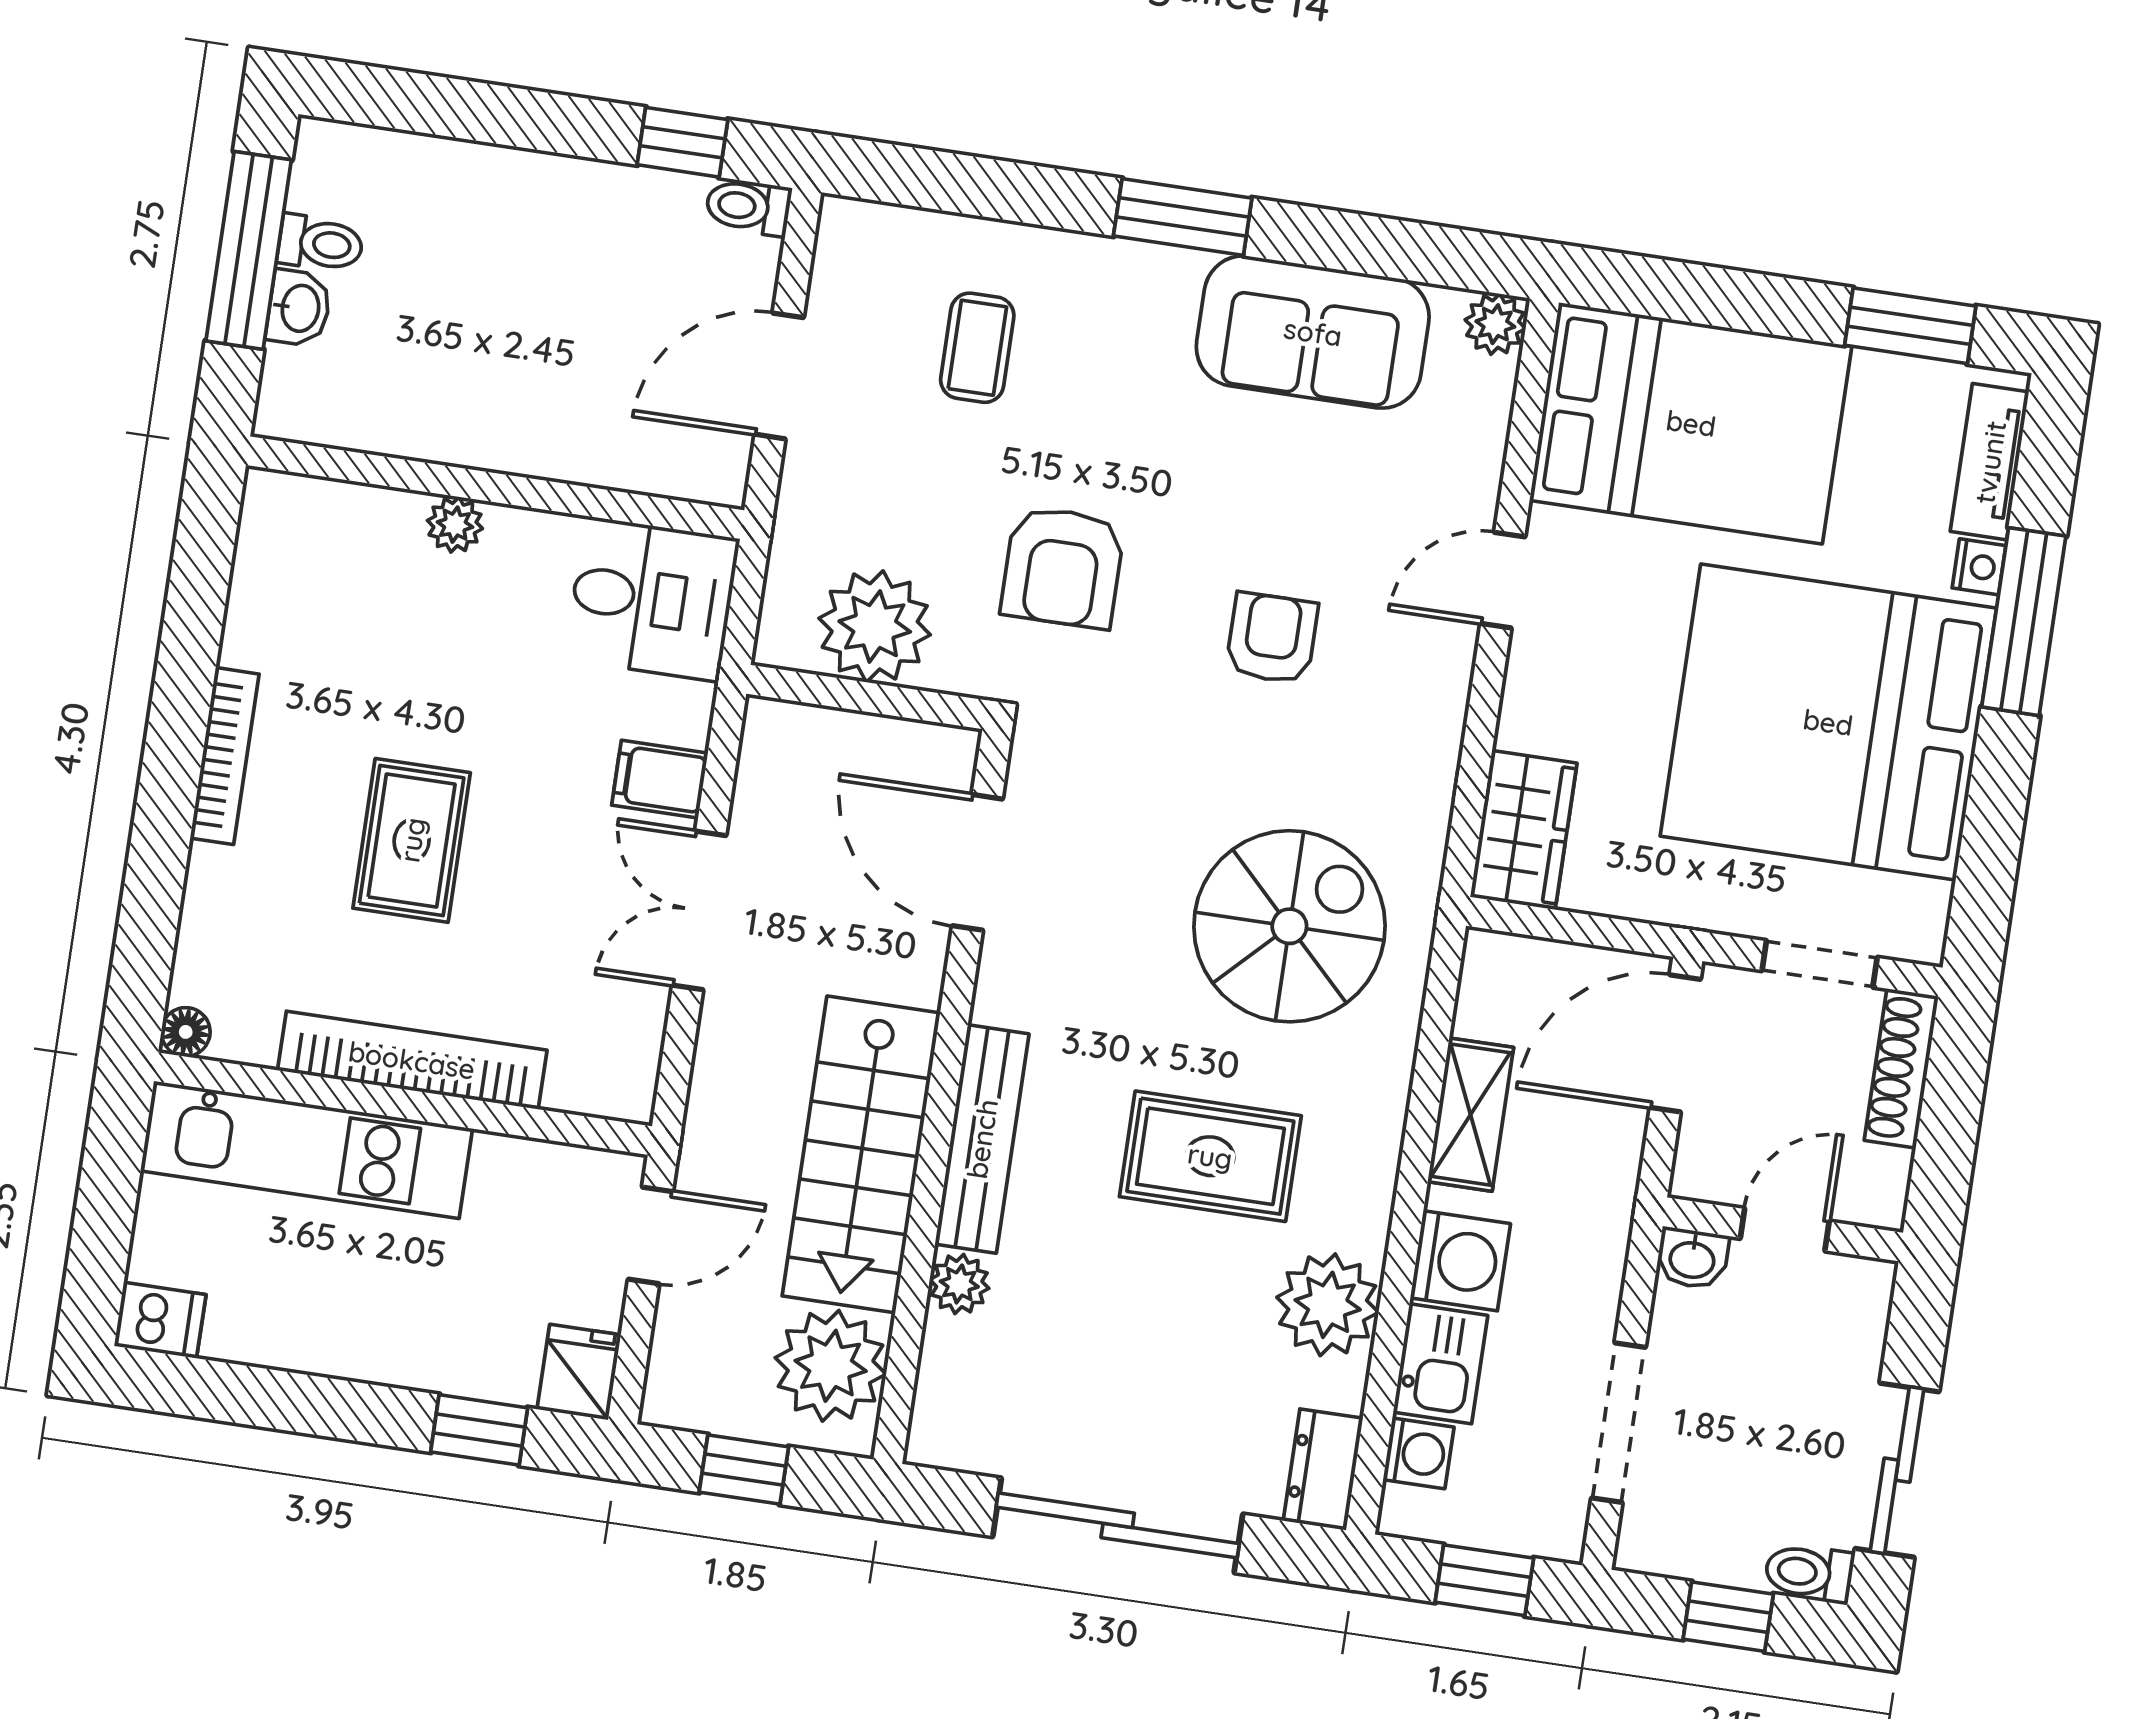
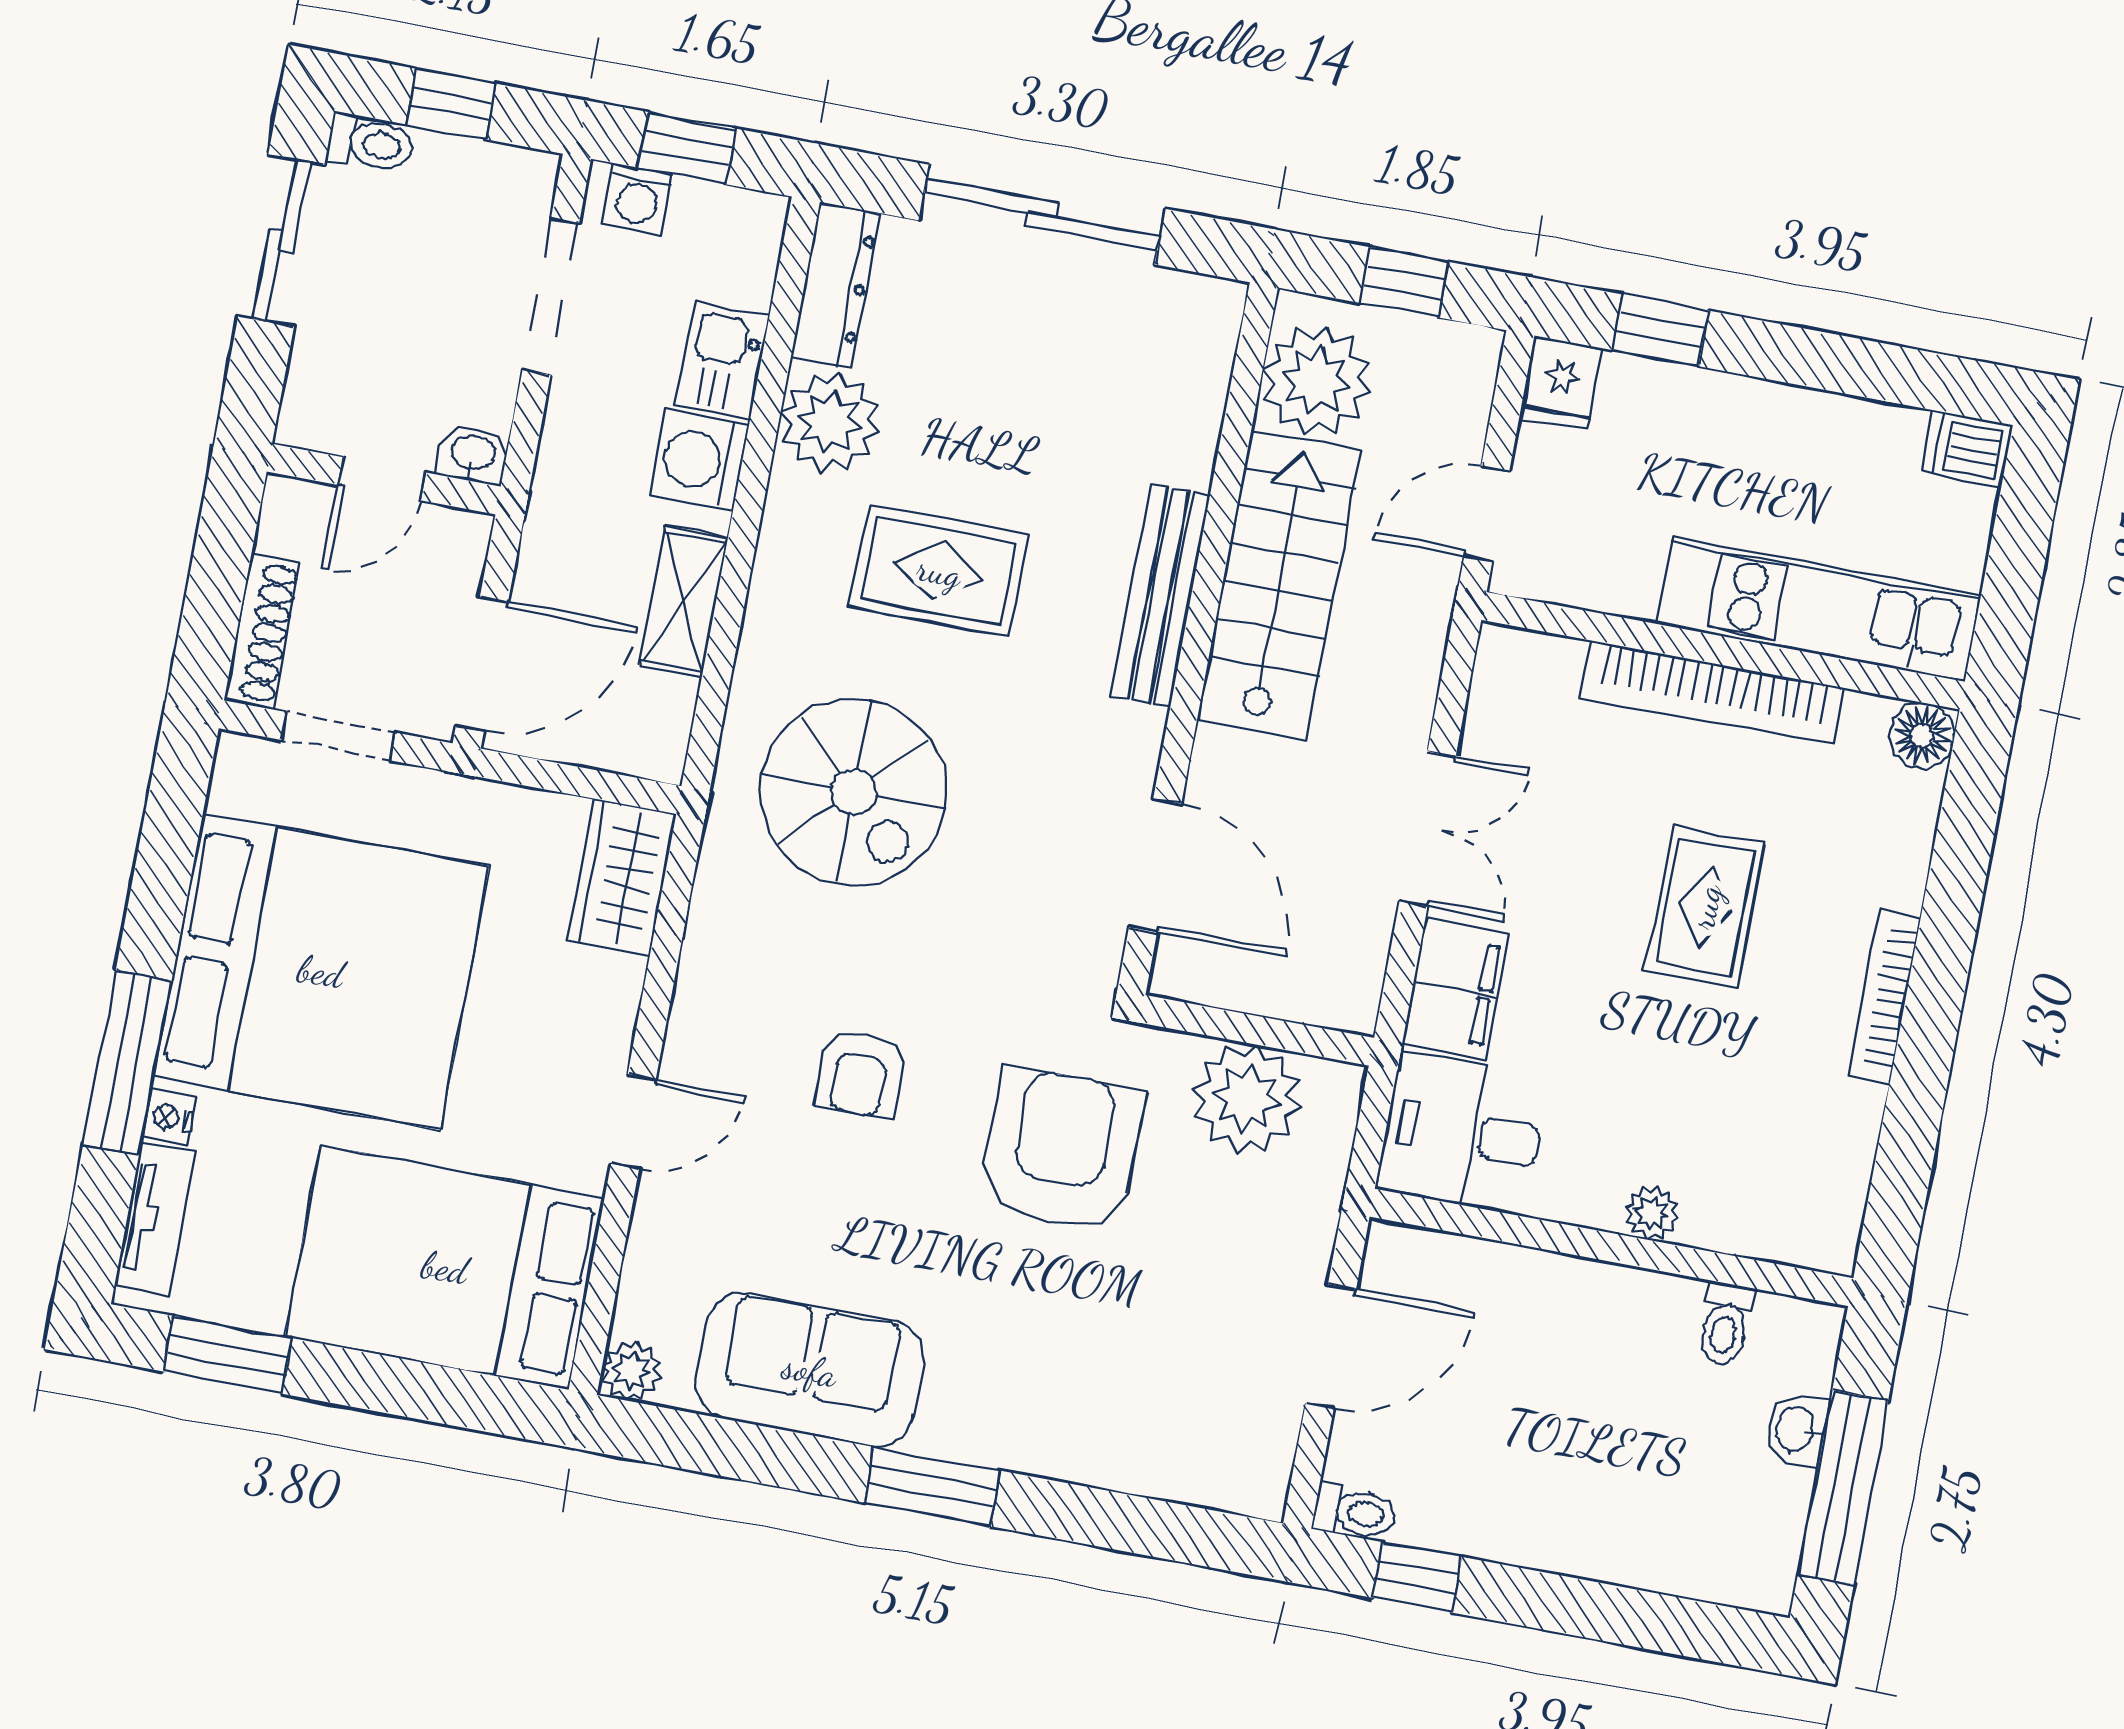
toilet: (320, 243) -> (1725, 1324), moved, turned -90
coffee table: (977, 348) -> (1137, 1367), removed
armchair: (1063, 567) -> (1061, 1150), width x1.36, depth x1.36
filing cabinet: (660, 779) -> (1455, 989), width x2.00
spiral stairs: (1289, 926) -> (853, 792), turned -90
floor lamp: (186, 1032) -> (1922, 735), width x1.37, depth x1.37
plant: (959, 1284) -> (1188, 455), removed
washing machine: (1418, 1453) -> (637, 199), moved, turned -90
dresser: (1323, 1470) -> (836, 285), width x1.44

